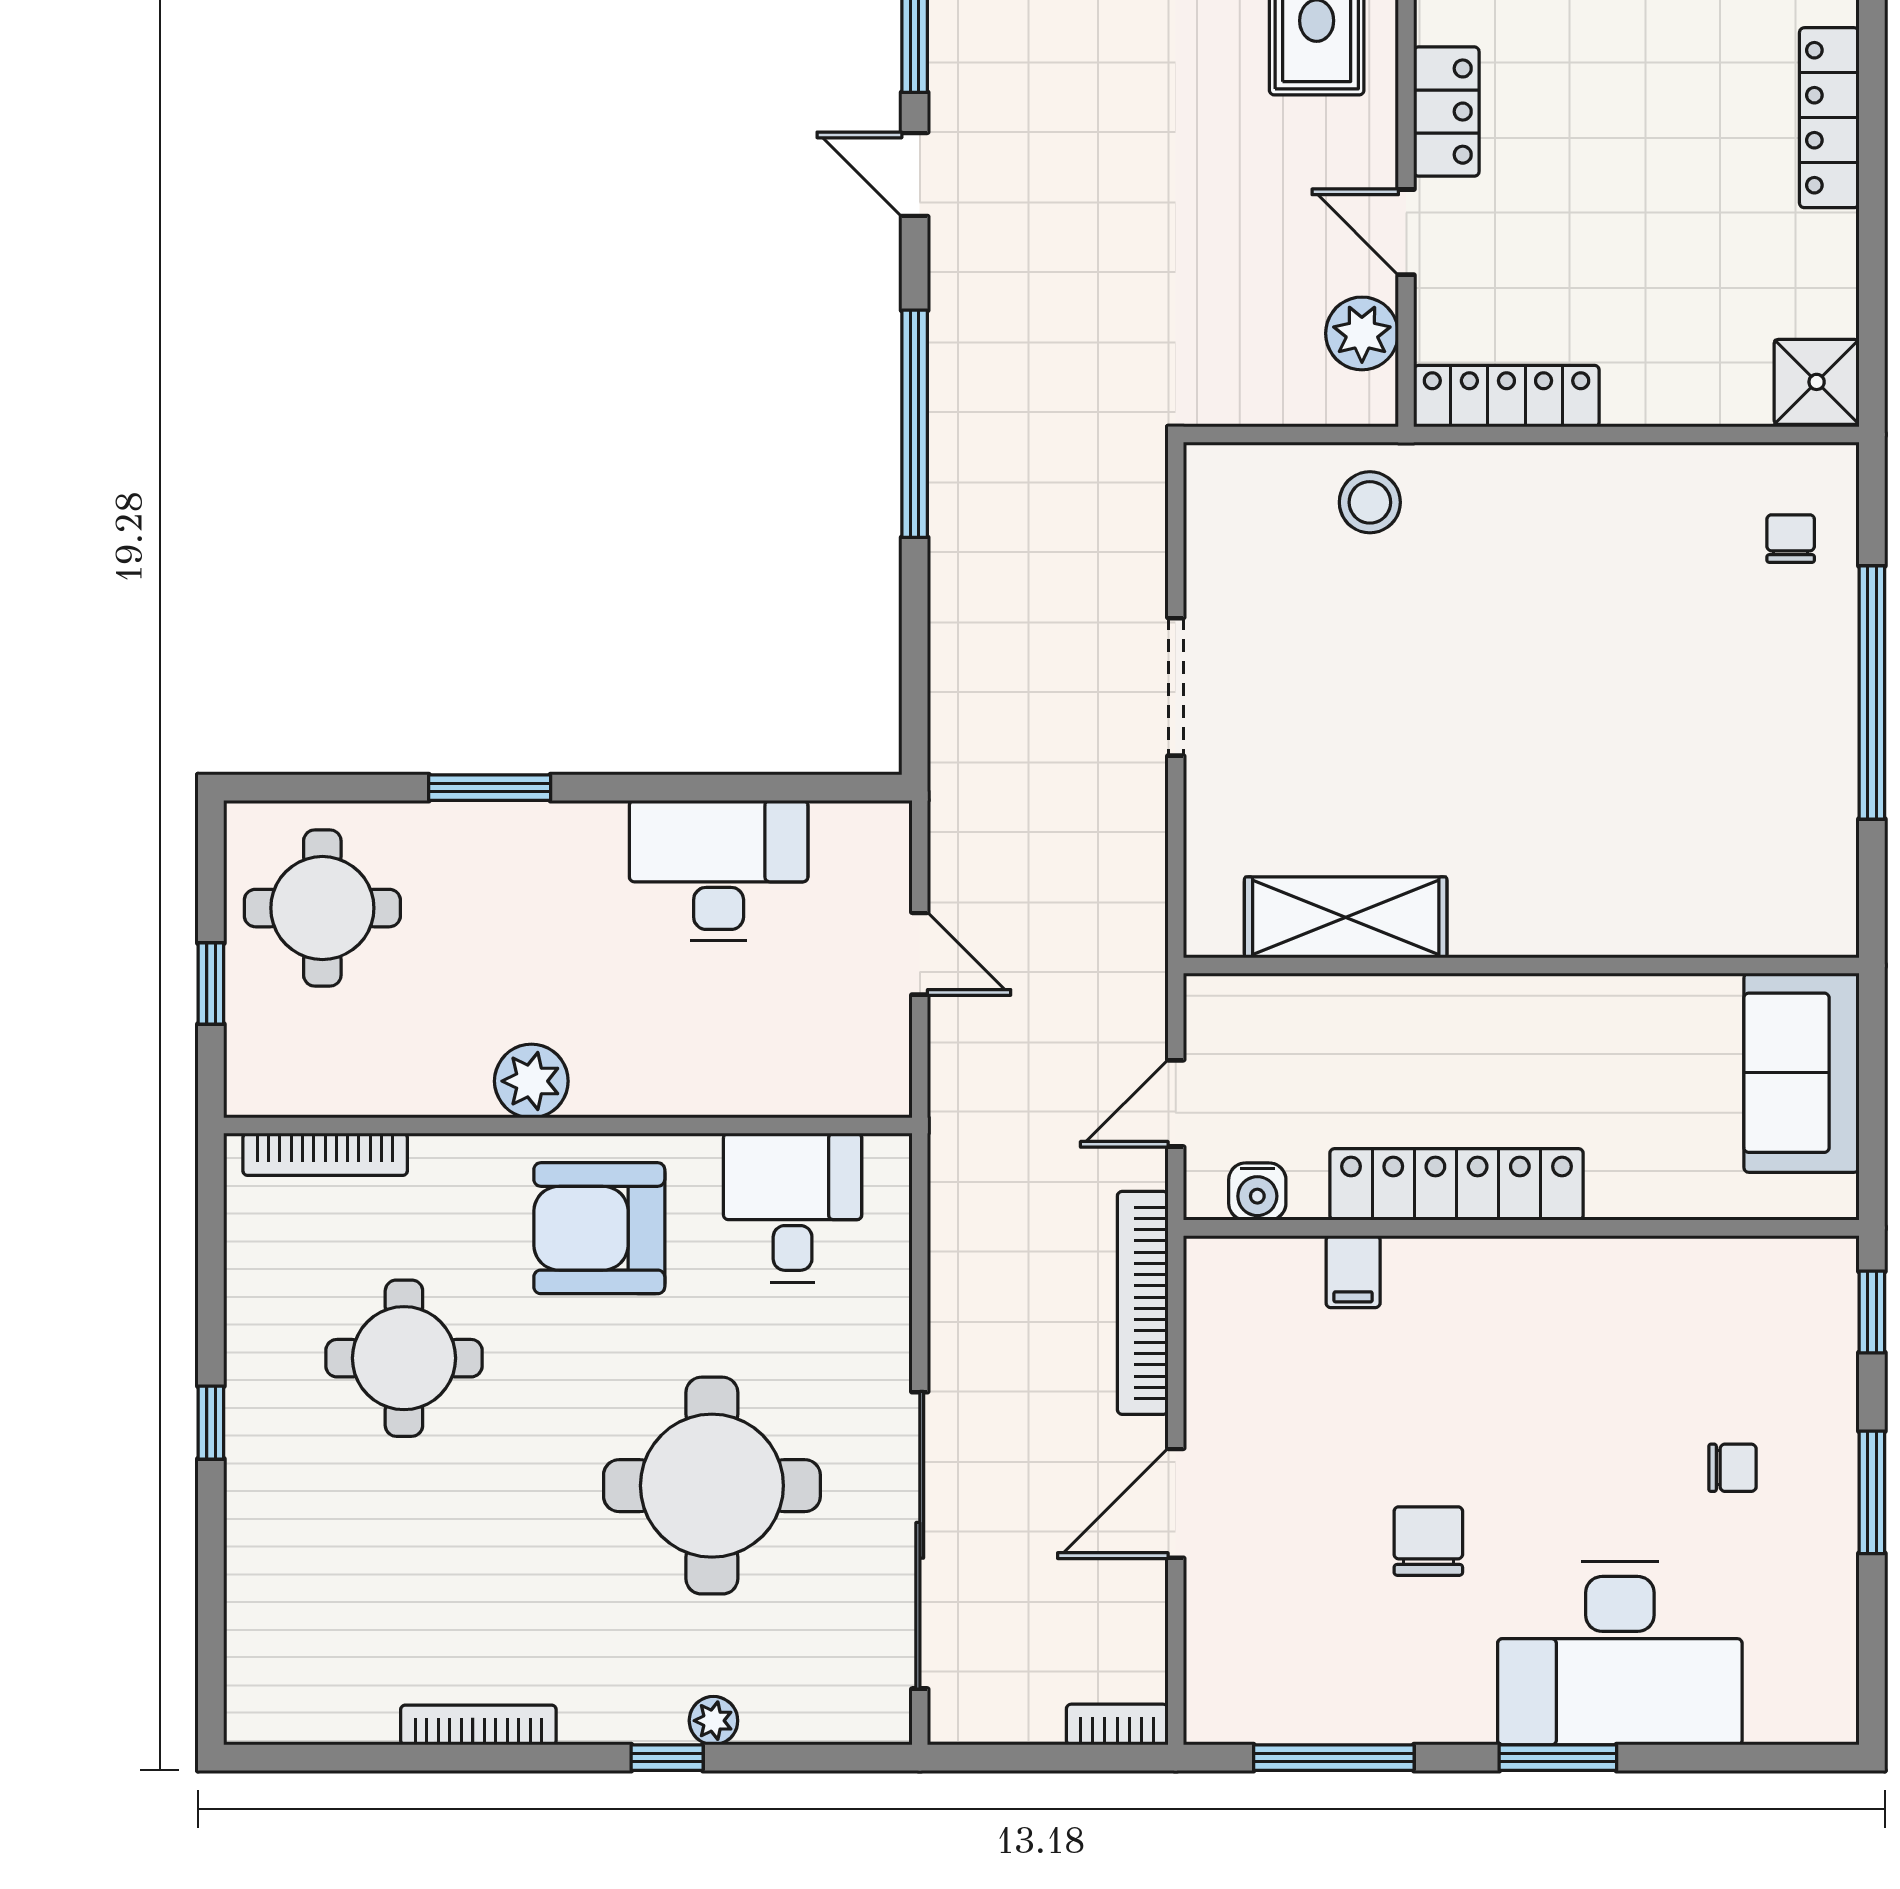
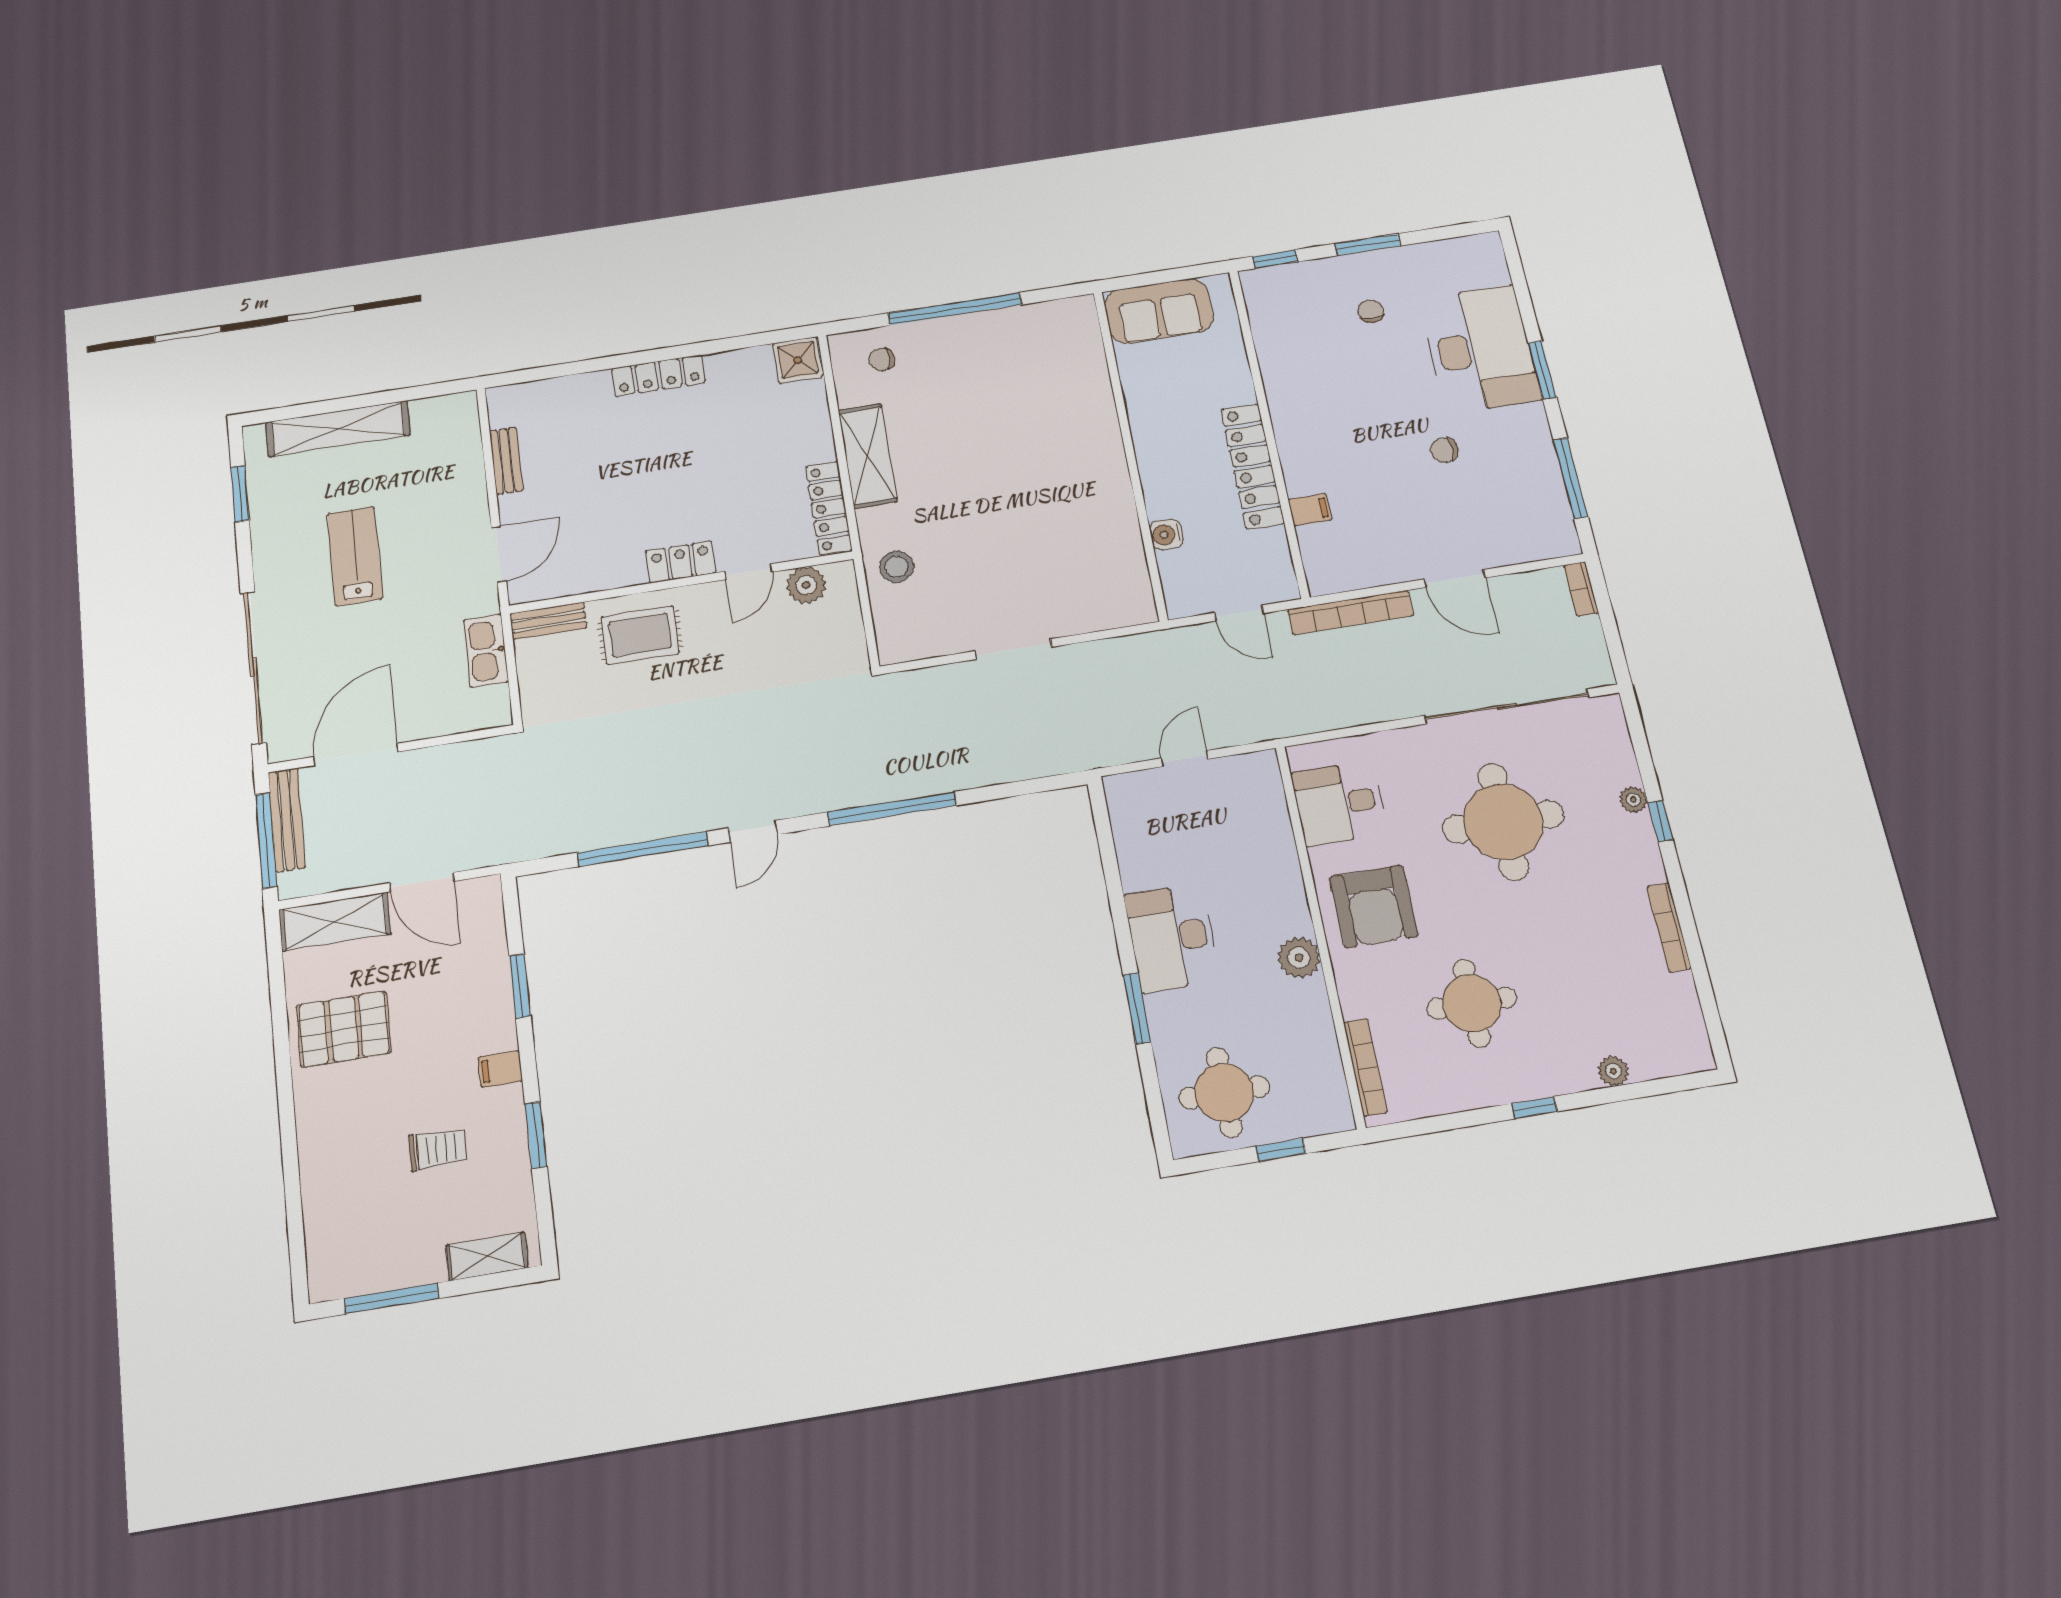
desk: (719, 871) -> (1172, 938), moved
shelving: (1346, 917) -> (867, 456), moved
water cooler: (1257, 1192) -> (1166, 534), moved, turned 180
chair: (1428, 1541) -> (1444, 450), width x0.73, depth x0.73
plant: (250, 1569) -> (1613, 1071), added

